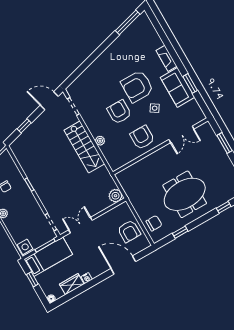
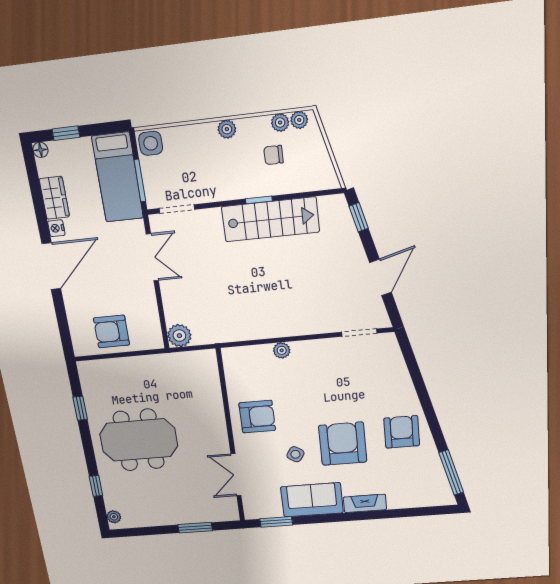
window: (190, 83) -> (276, 522), moved
door: (49, 101) -> (380, 277), moved
armchair: (119, 112) -> (402, 432), moved, turned -90
window: (24, 126) -> (359, 217), moved
stairs: (84, 147) -> (270, 219), moved, turned 180
meeting table: (185, 194) -> (139, 440), turned 90
chair: (154, 223) -> (110, 376), removed
door: (123, 265) -> (51, 266), moved
window: (32, 279) -> (66, 133), moved

